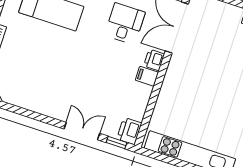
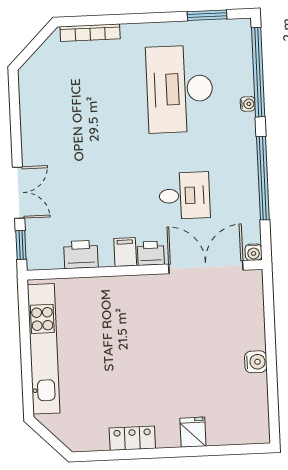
printer: (129, 131) -> (81, 254), moved

